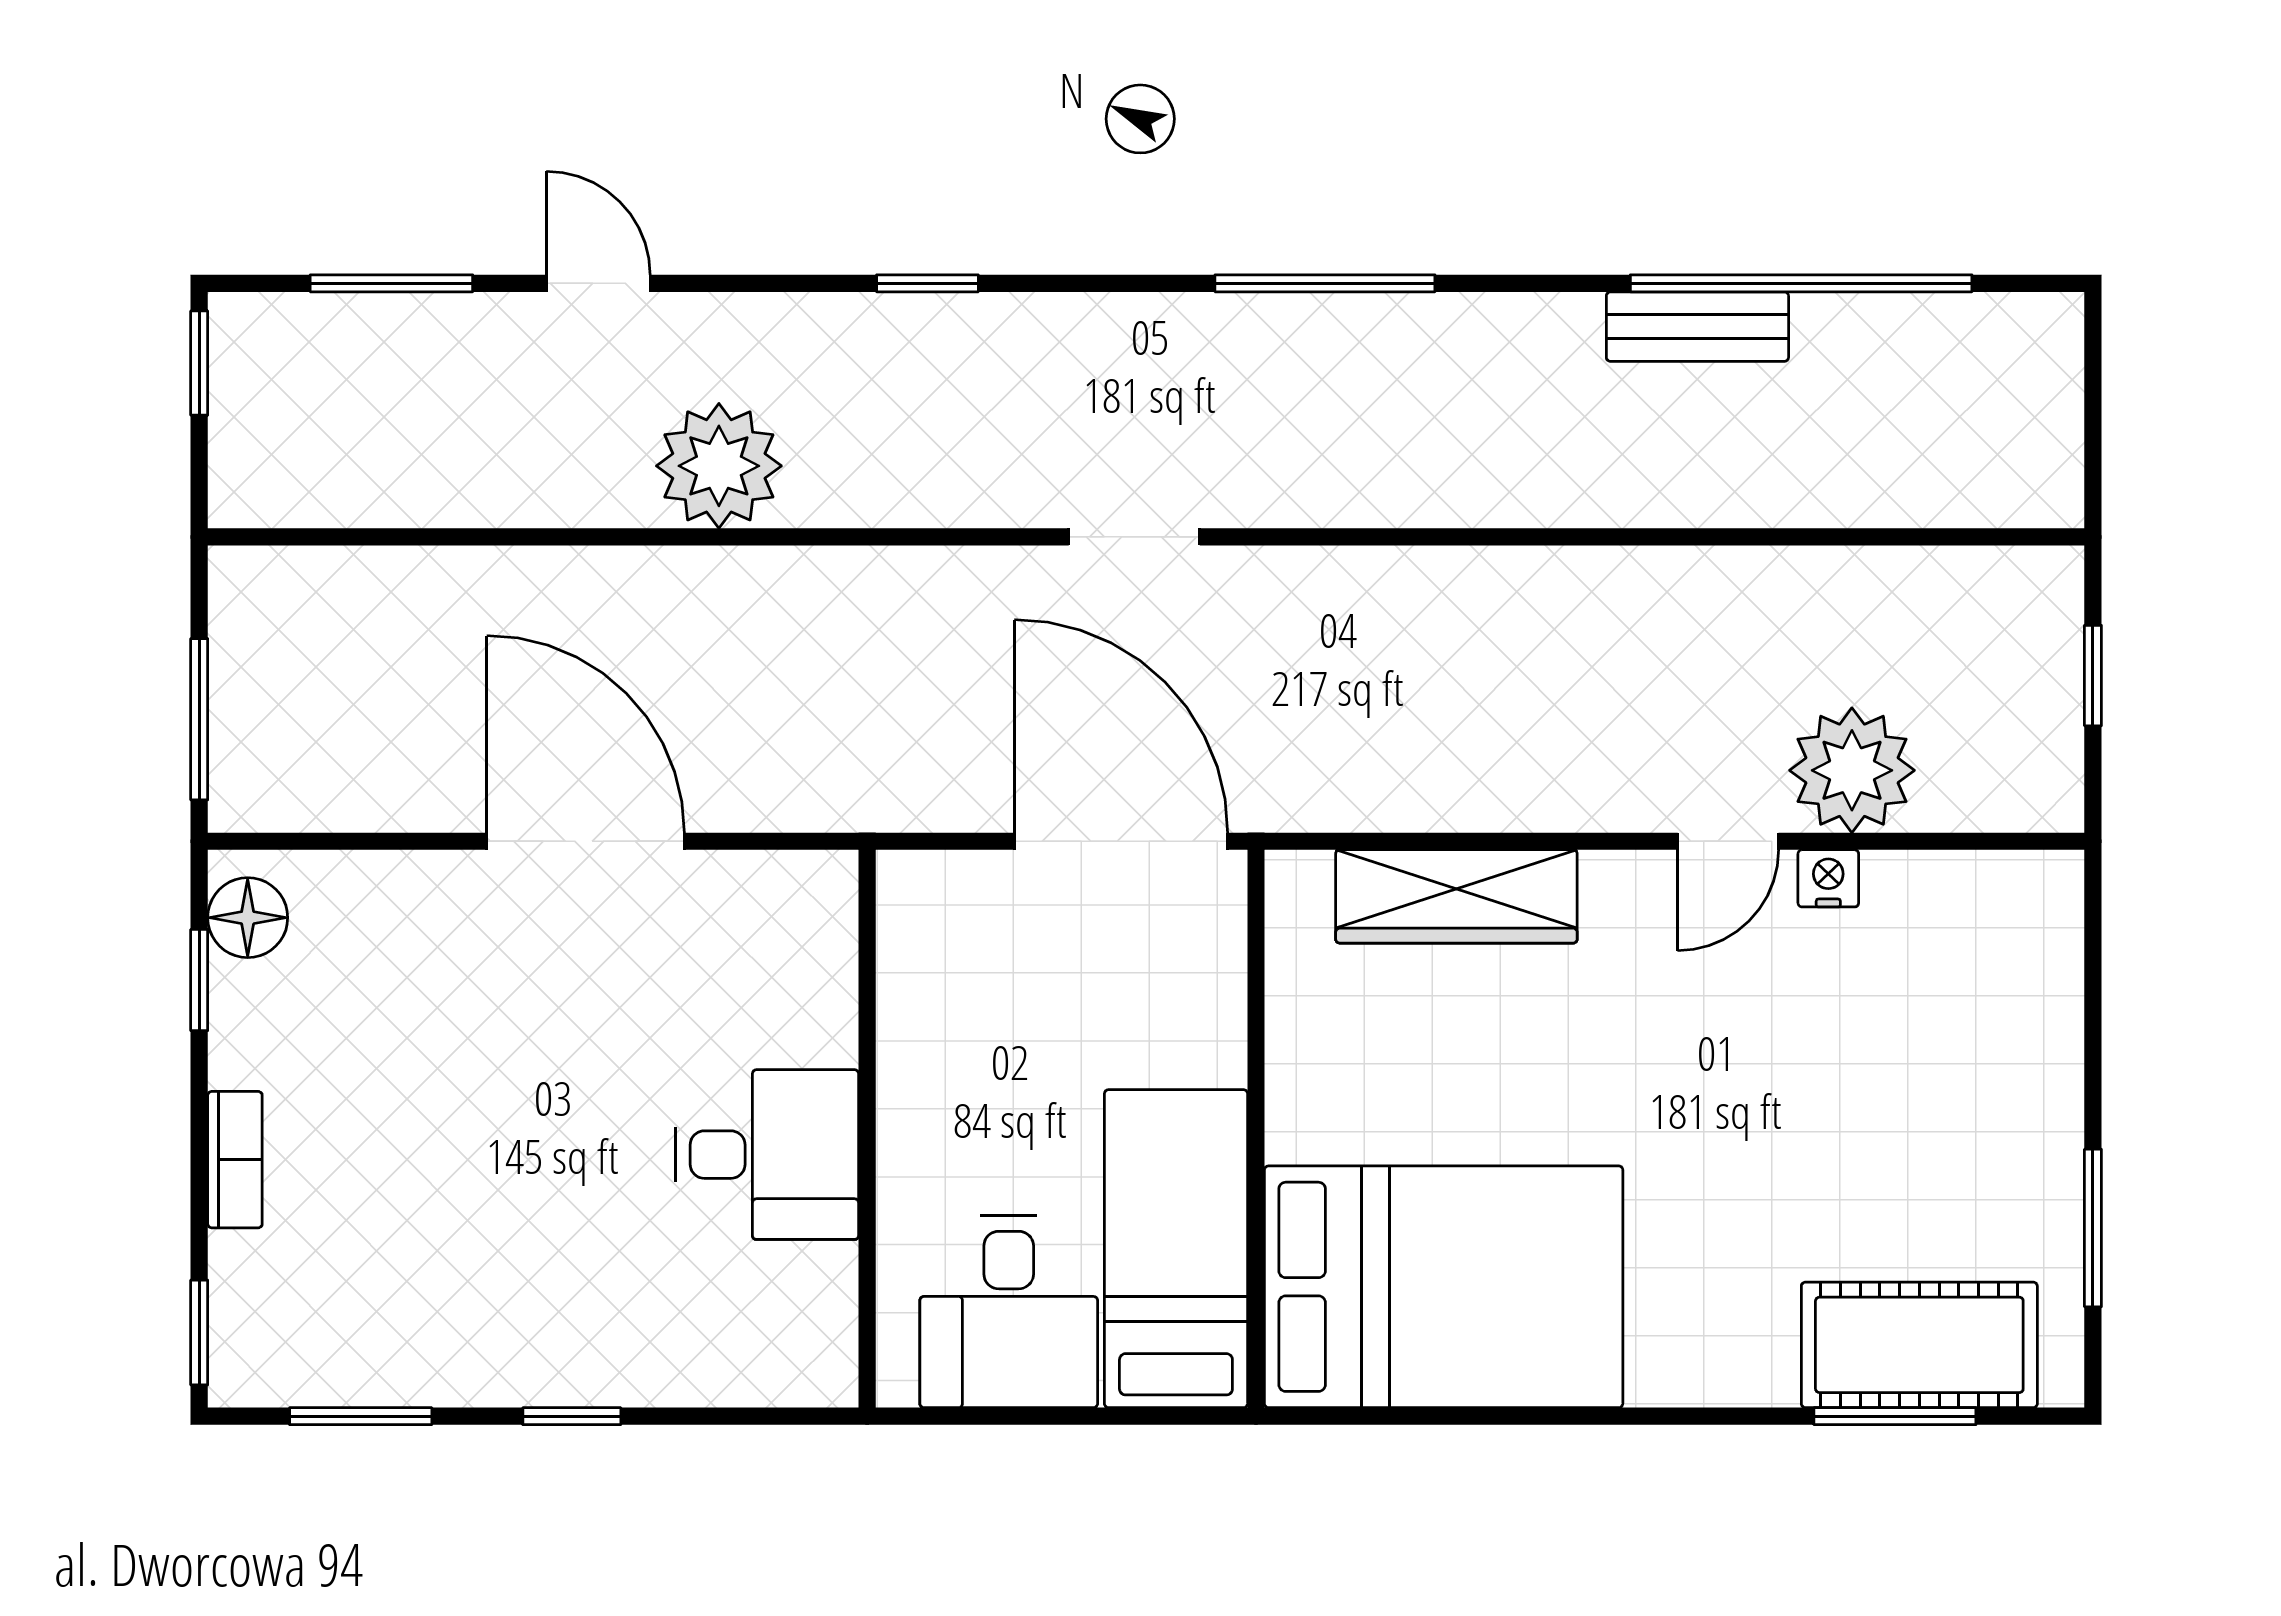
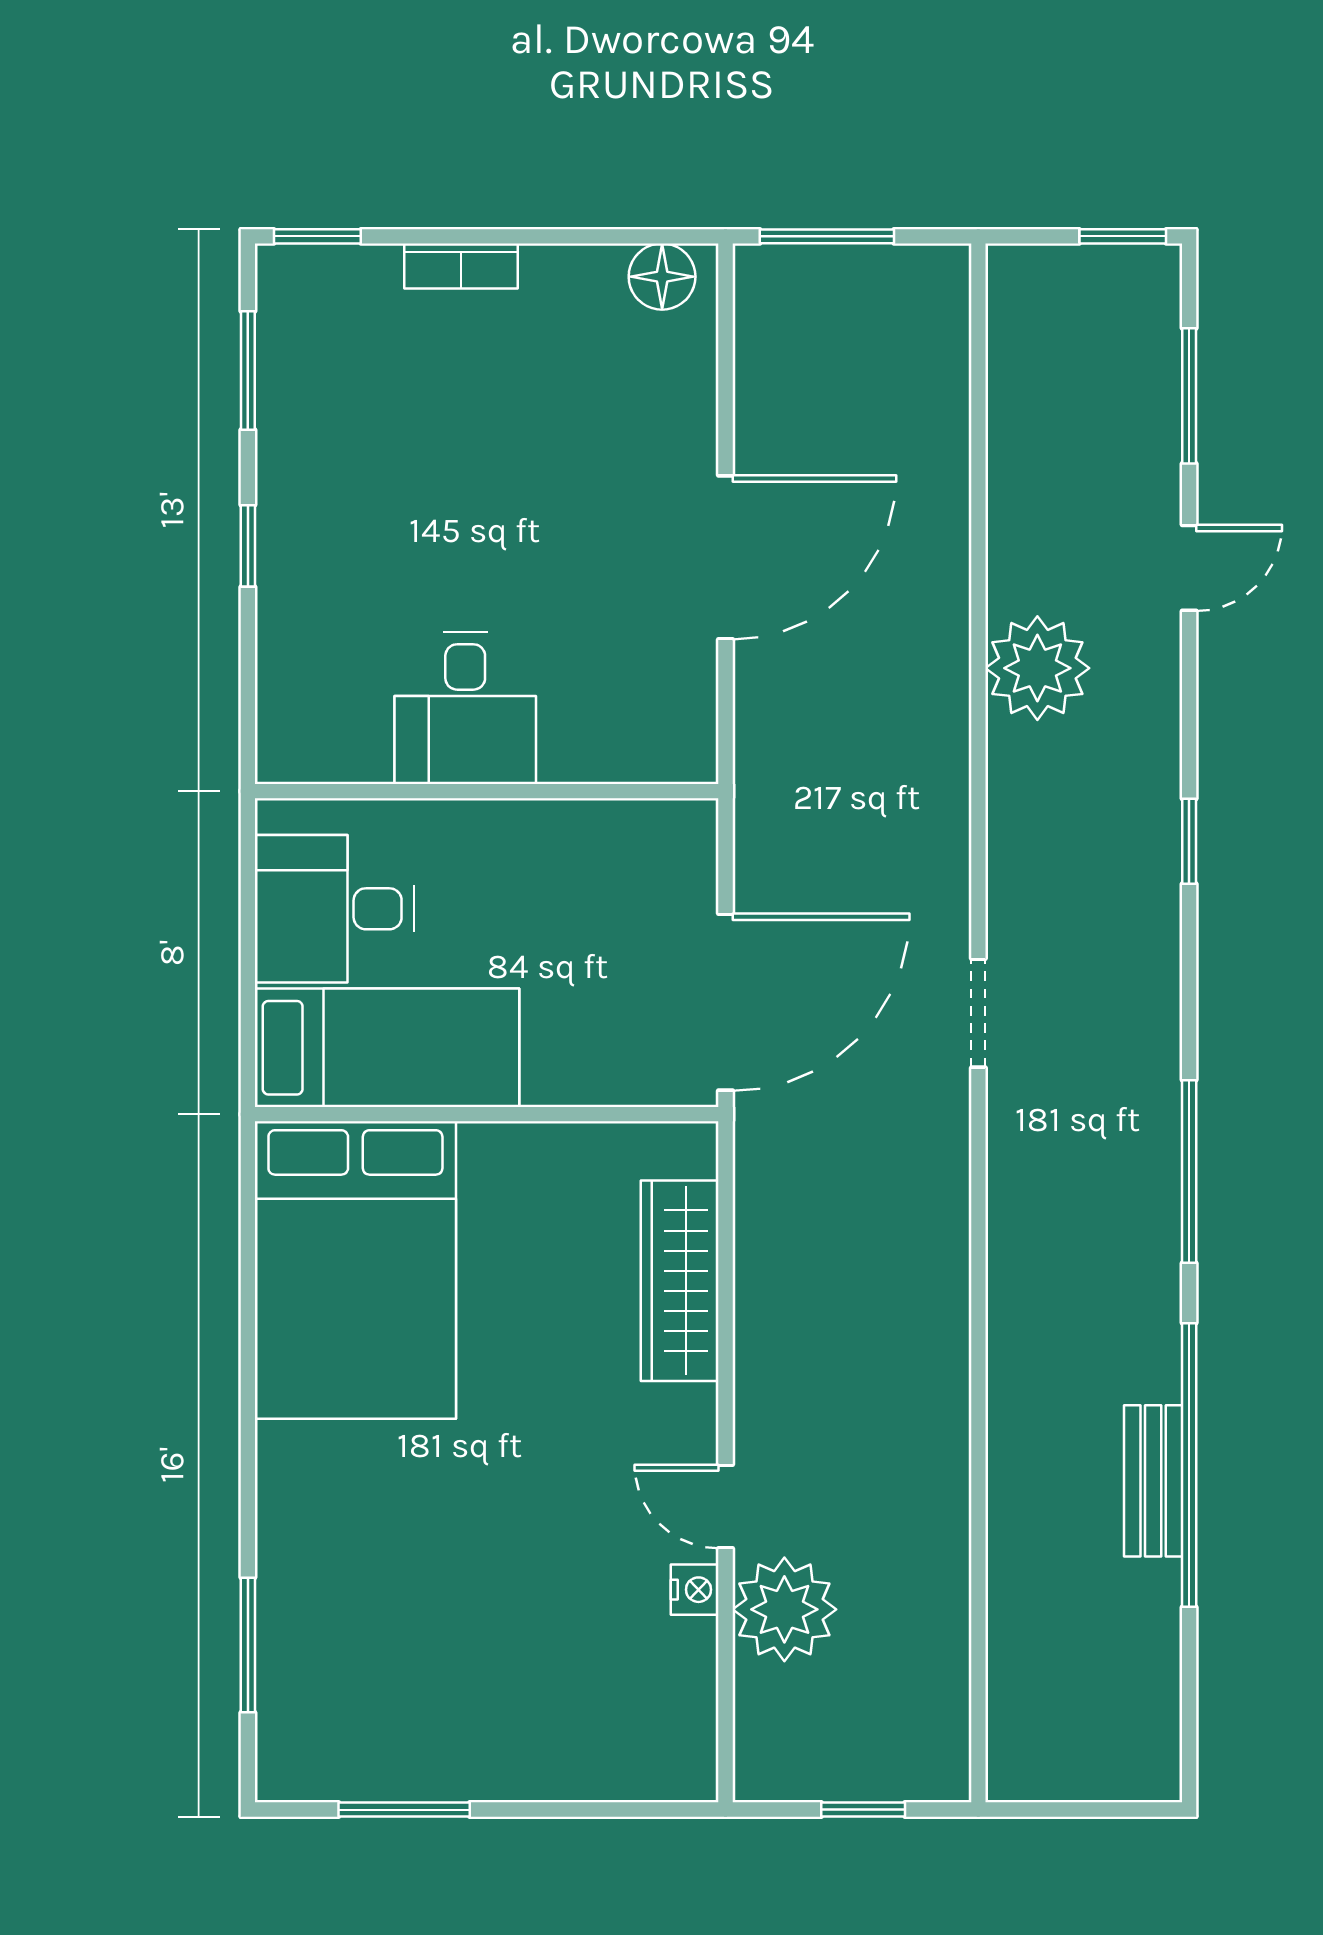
window: (1801, 283) -> (1189, 1465), moved
window: (199, 980) -> (610, 236), removed
cot: (1919, 1345) -> (307, 1665), removed

